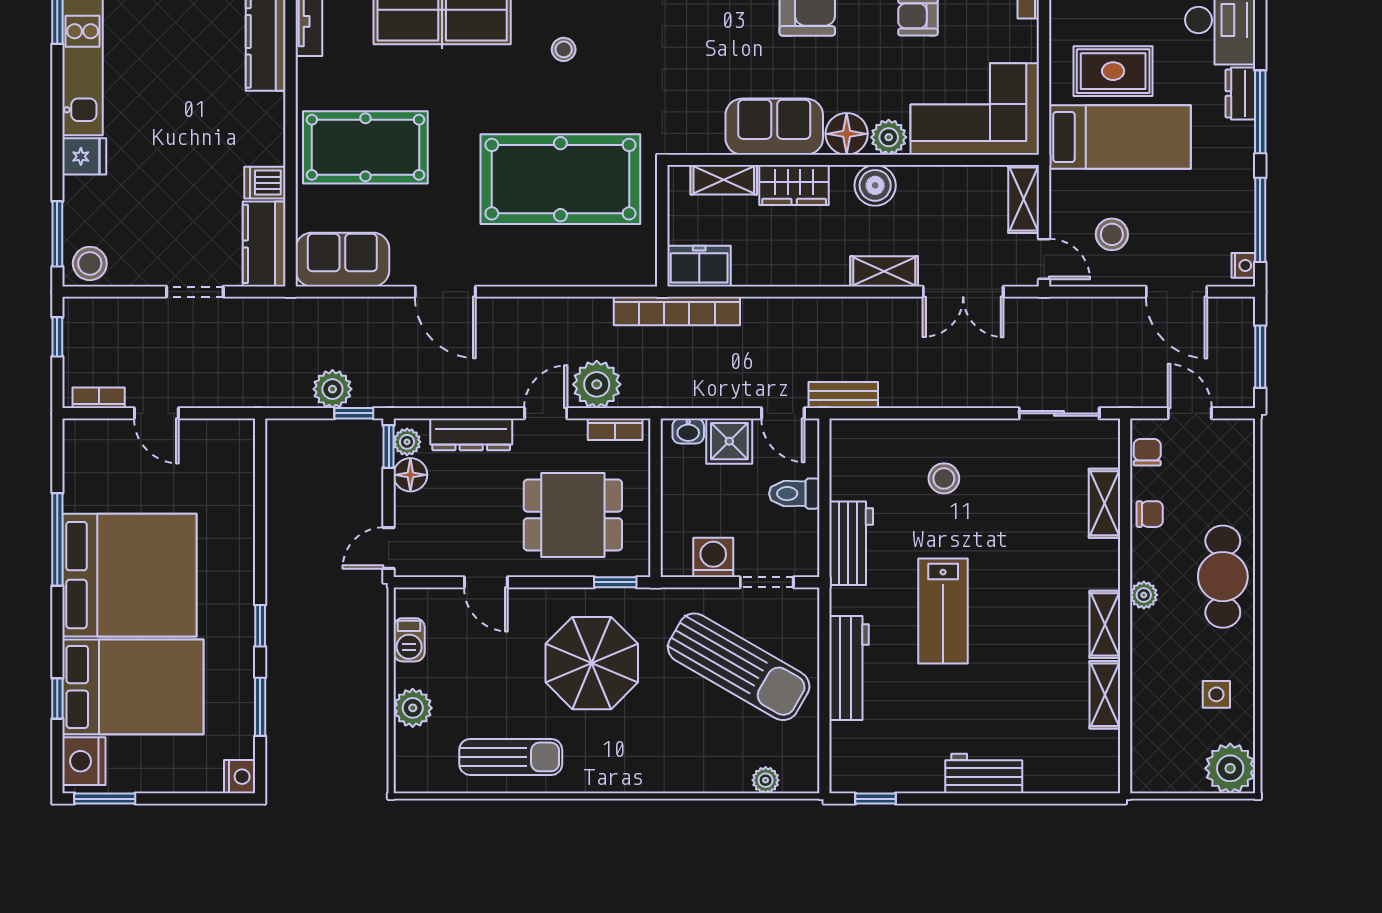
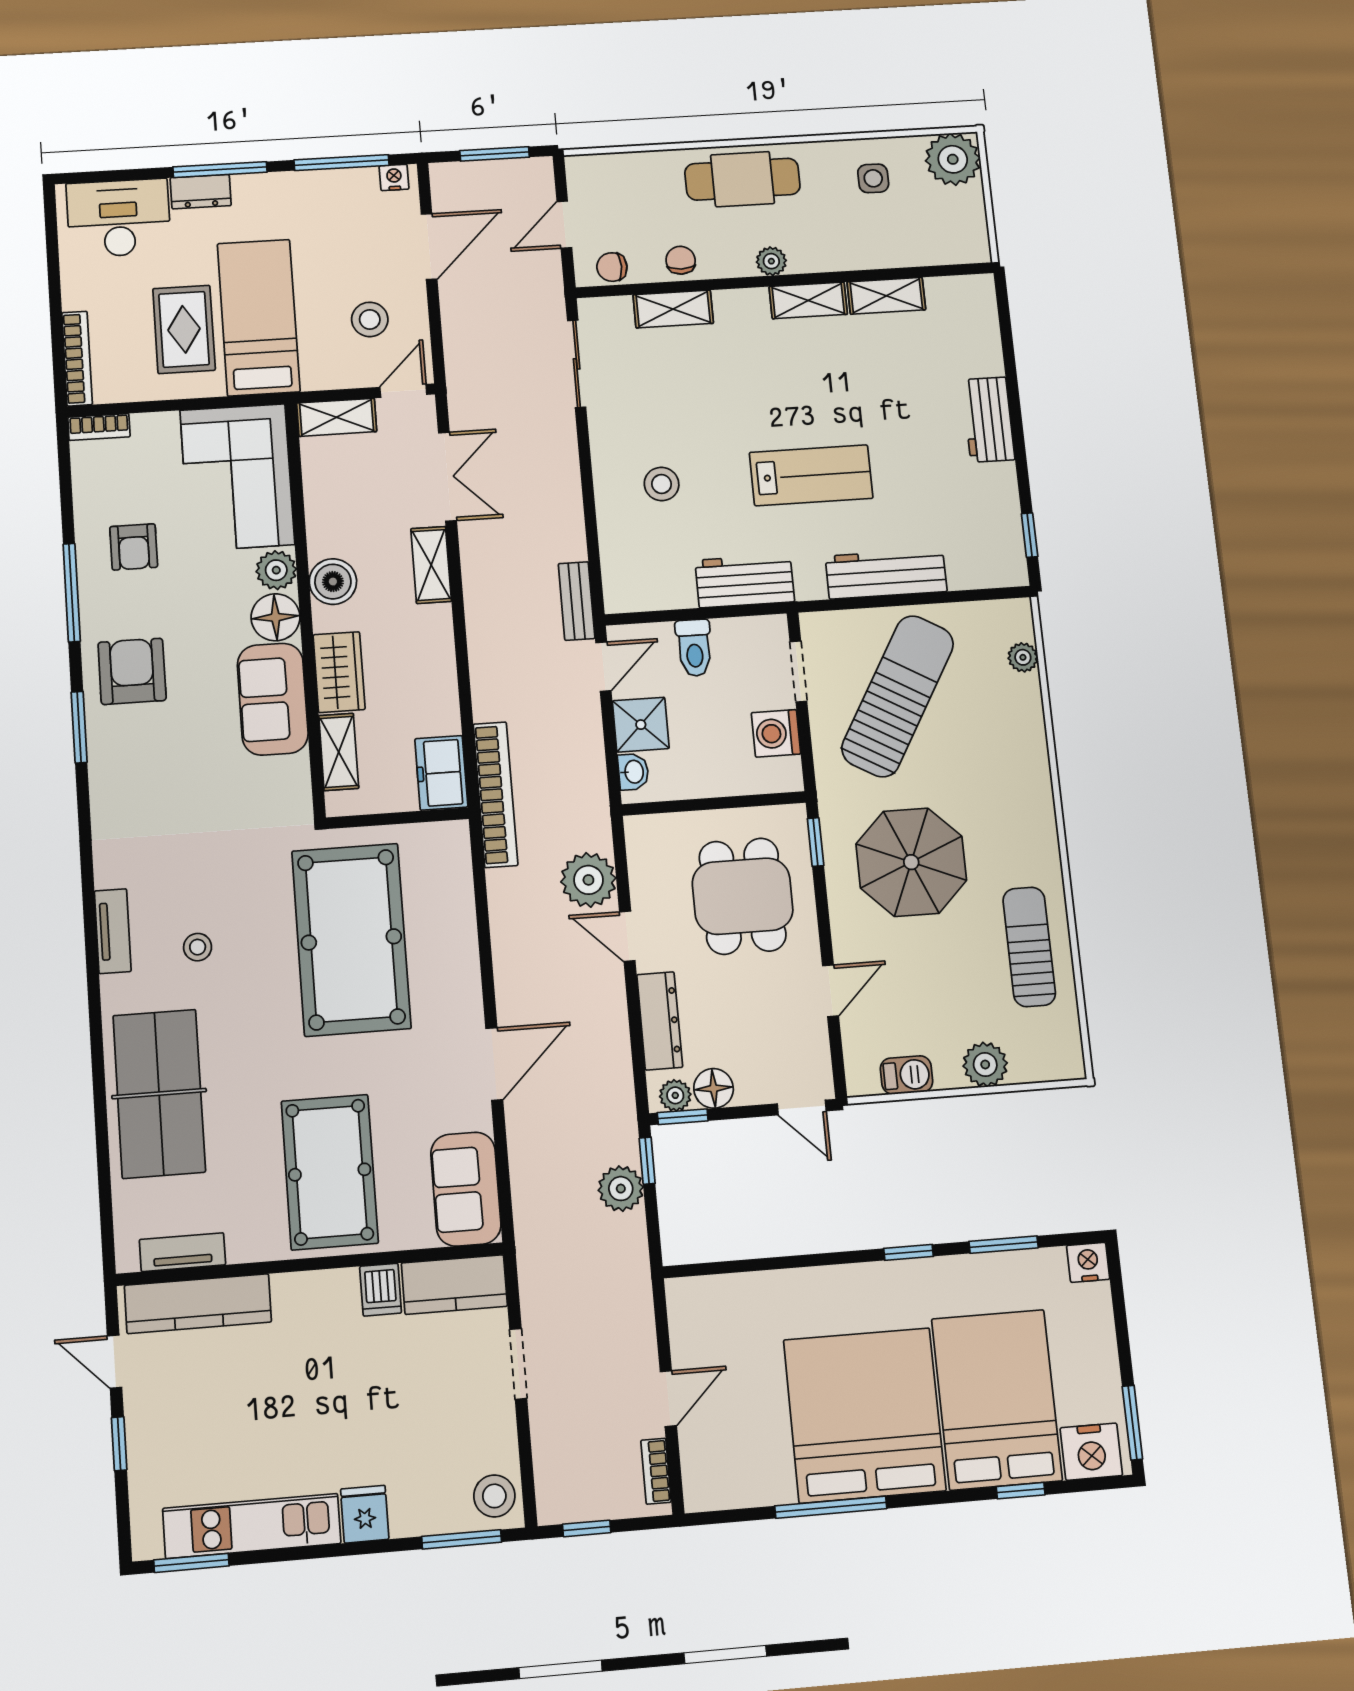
bookcase: (615, 429) -> (639, 855), removed

